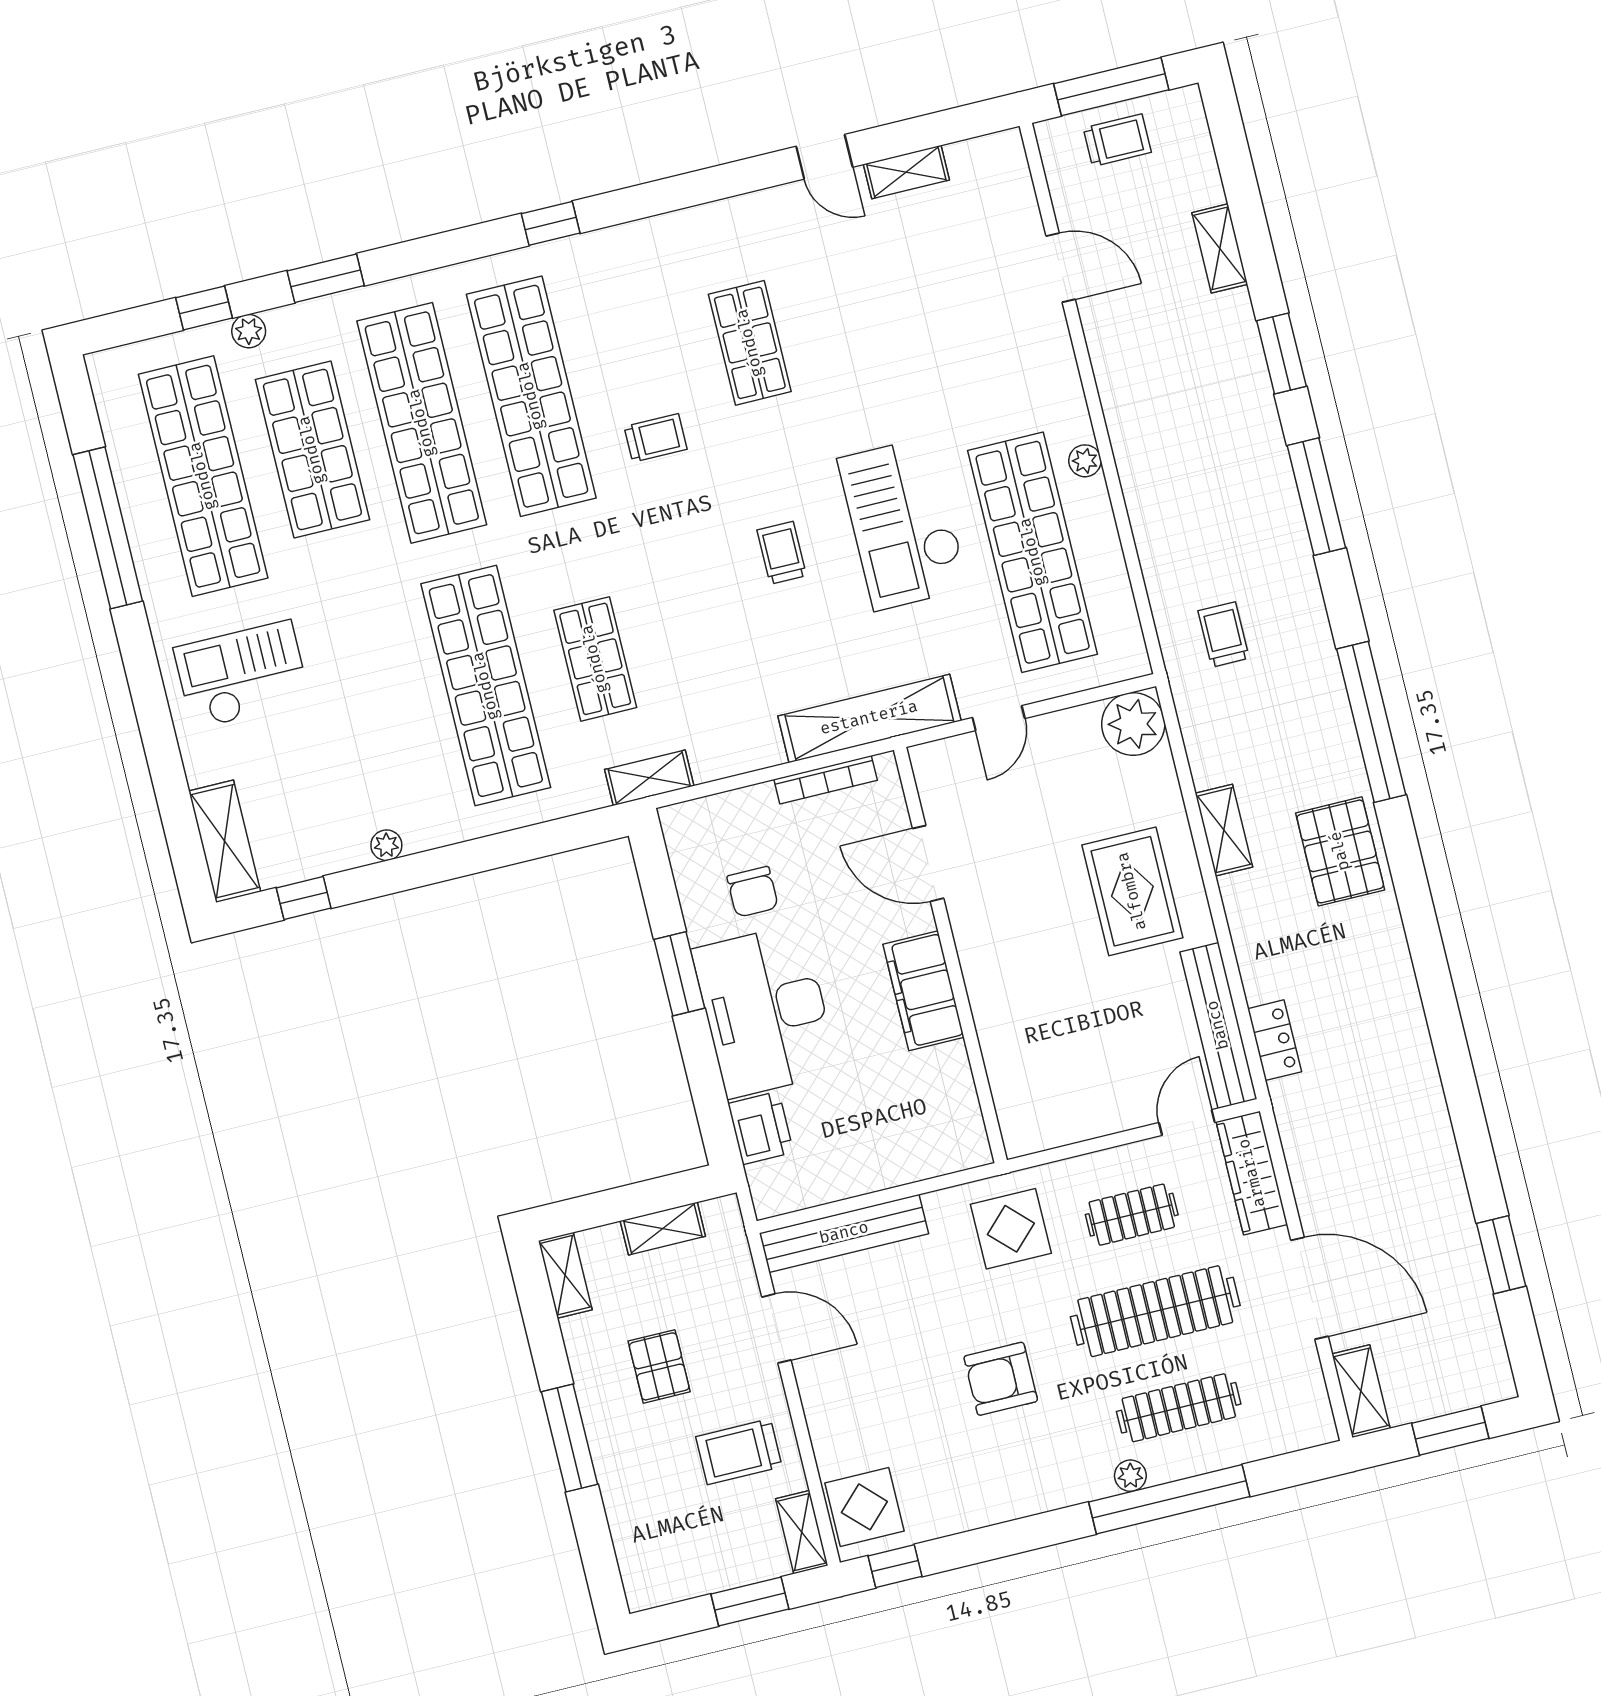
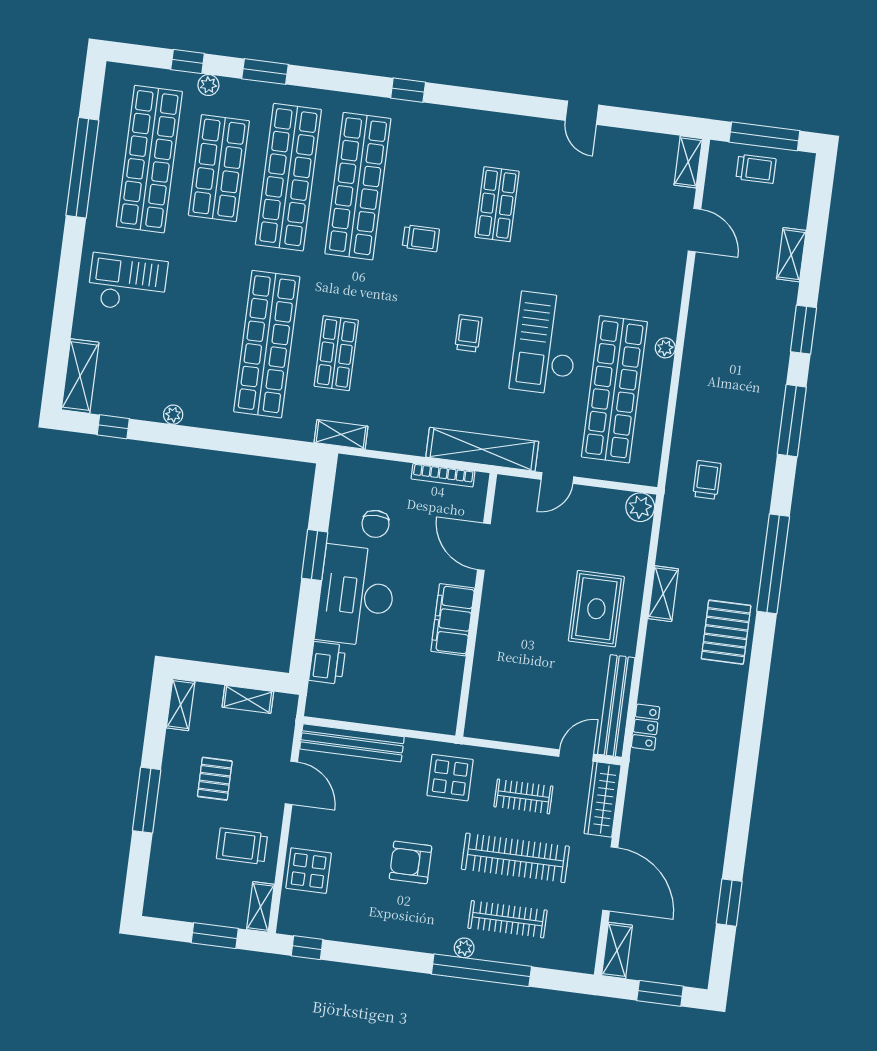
shelving: (906, 172) -> (688, 162), moved, turned 90
plant: (1133, 724) -> (640, 507), width x0.73, depth x0.73
display table: (864, 1507) -> (309, 871), moved

